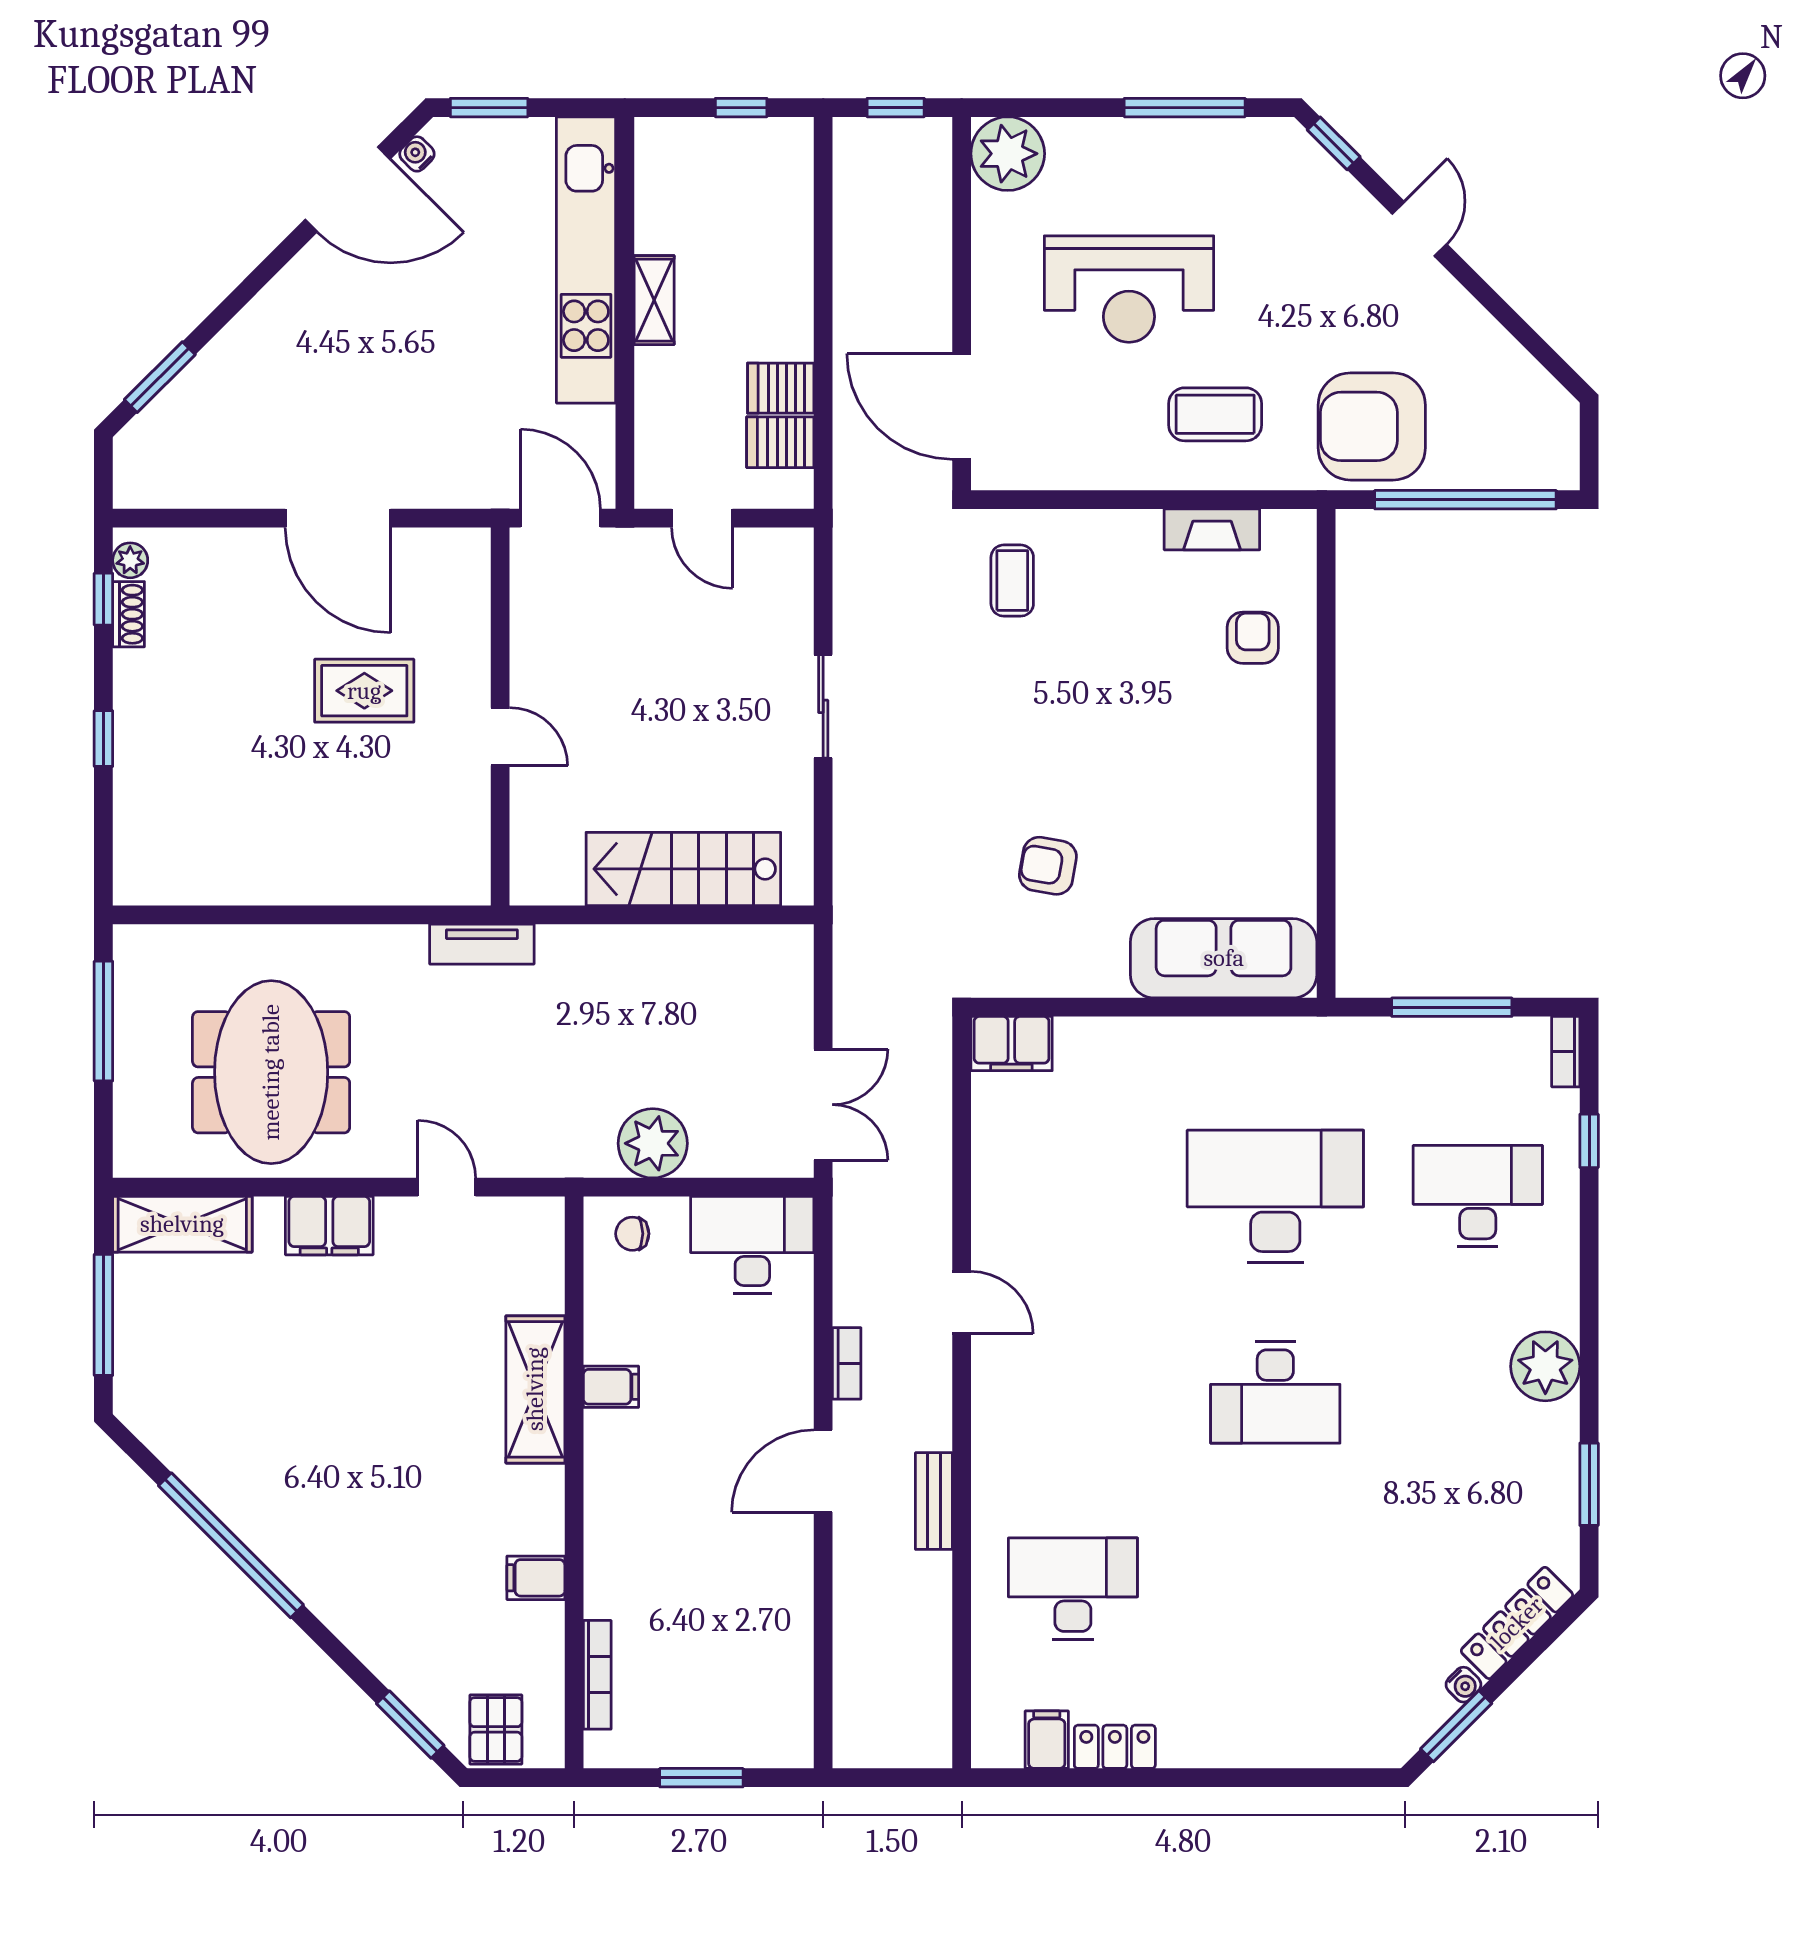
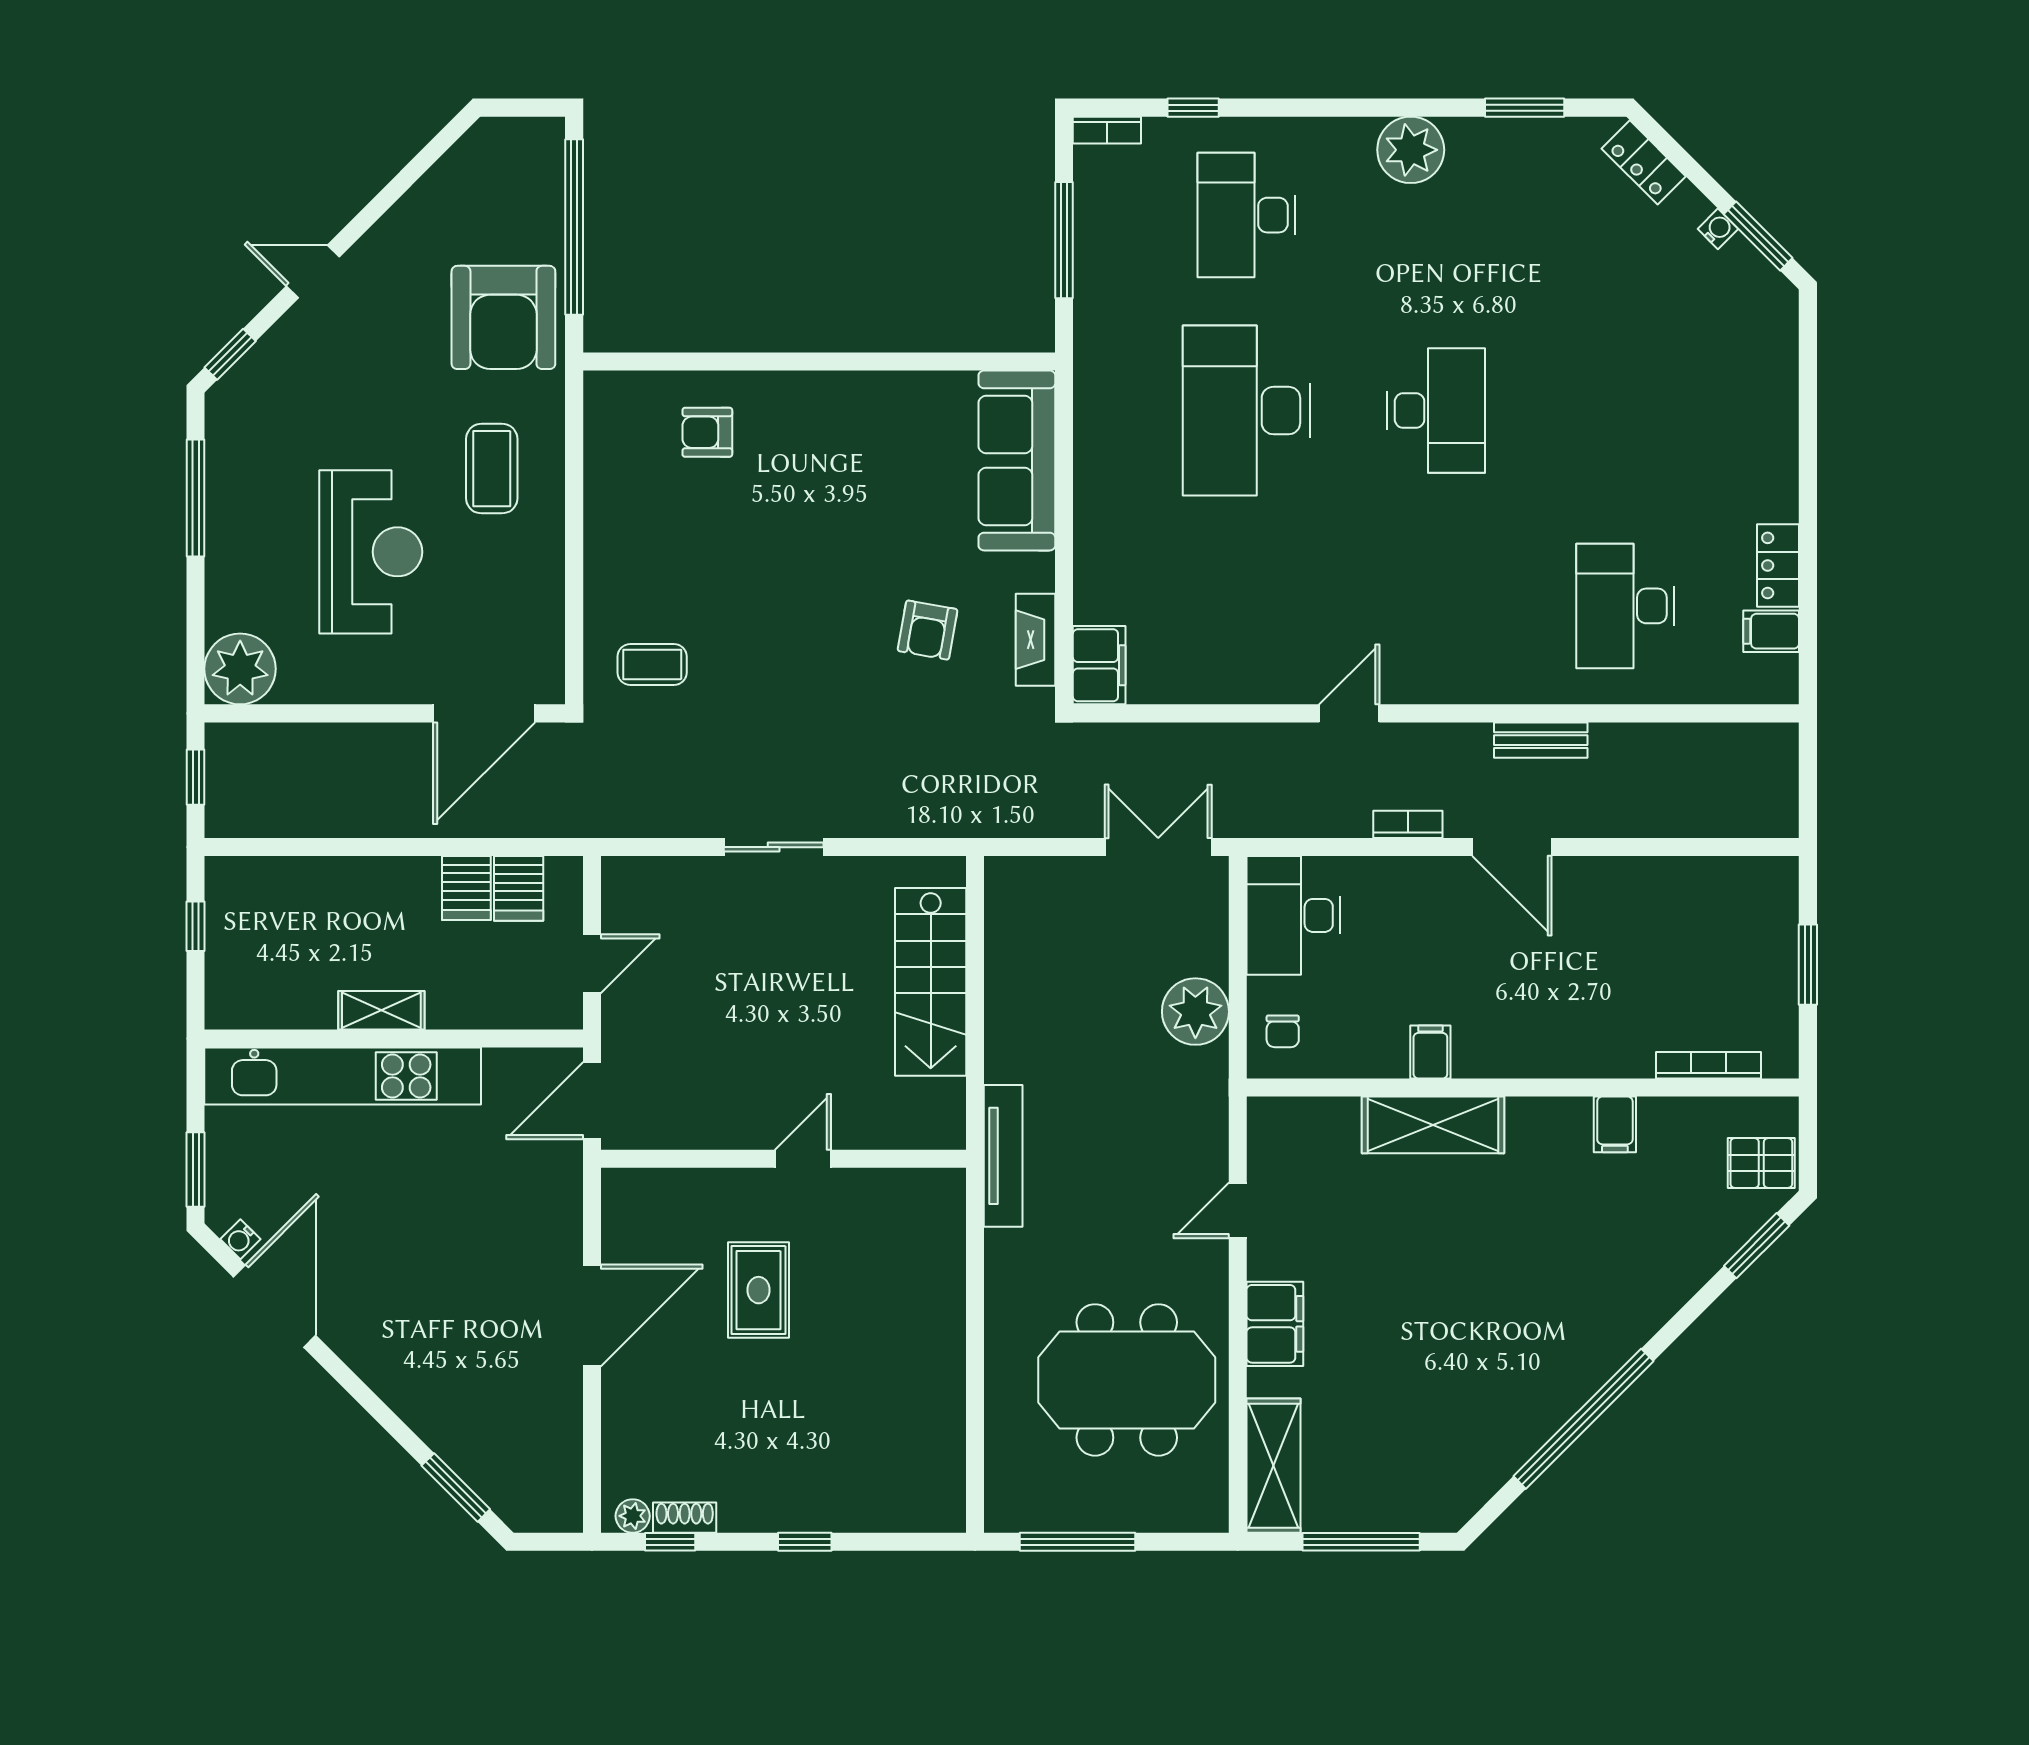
fireplace: (1212, 529) -> (1035, 640), moved, turned 180
tv unit: (482, 944) -> (1003, 1156), width x1.41
locker: (1517, 1623) -> (1644, 162), width x0.66

